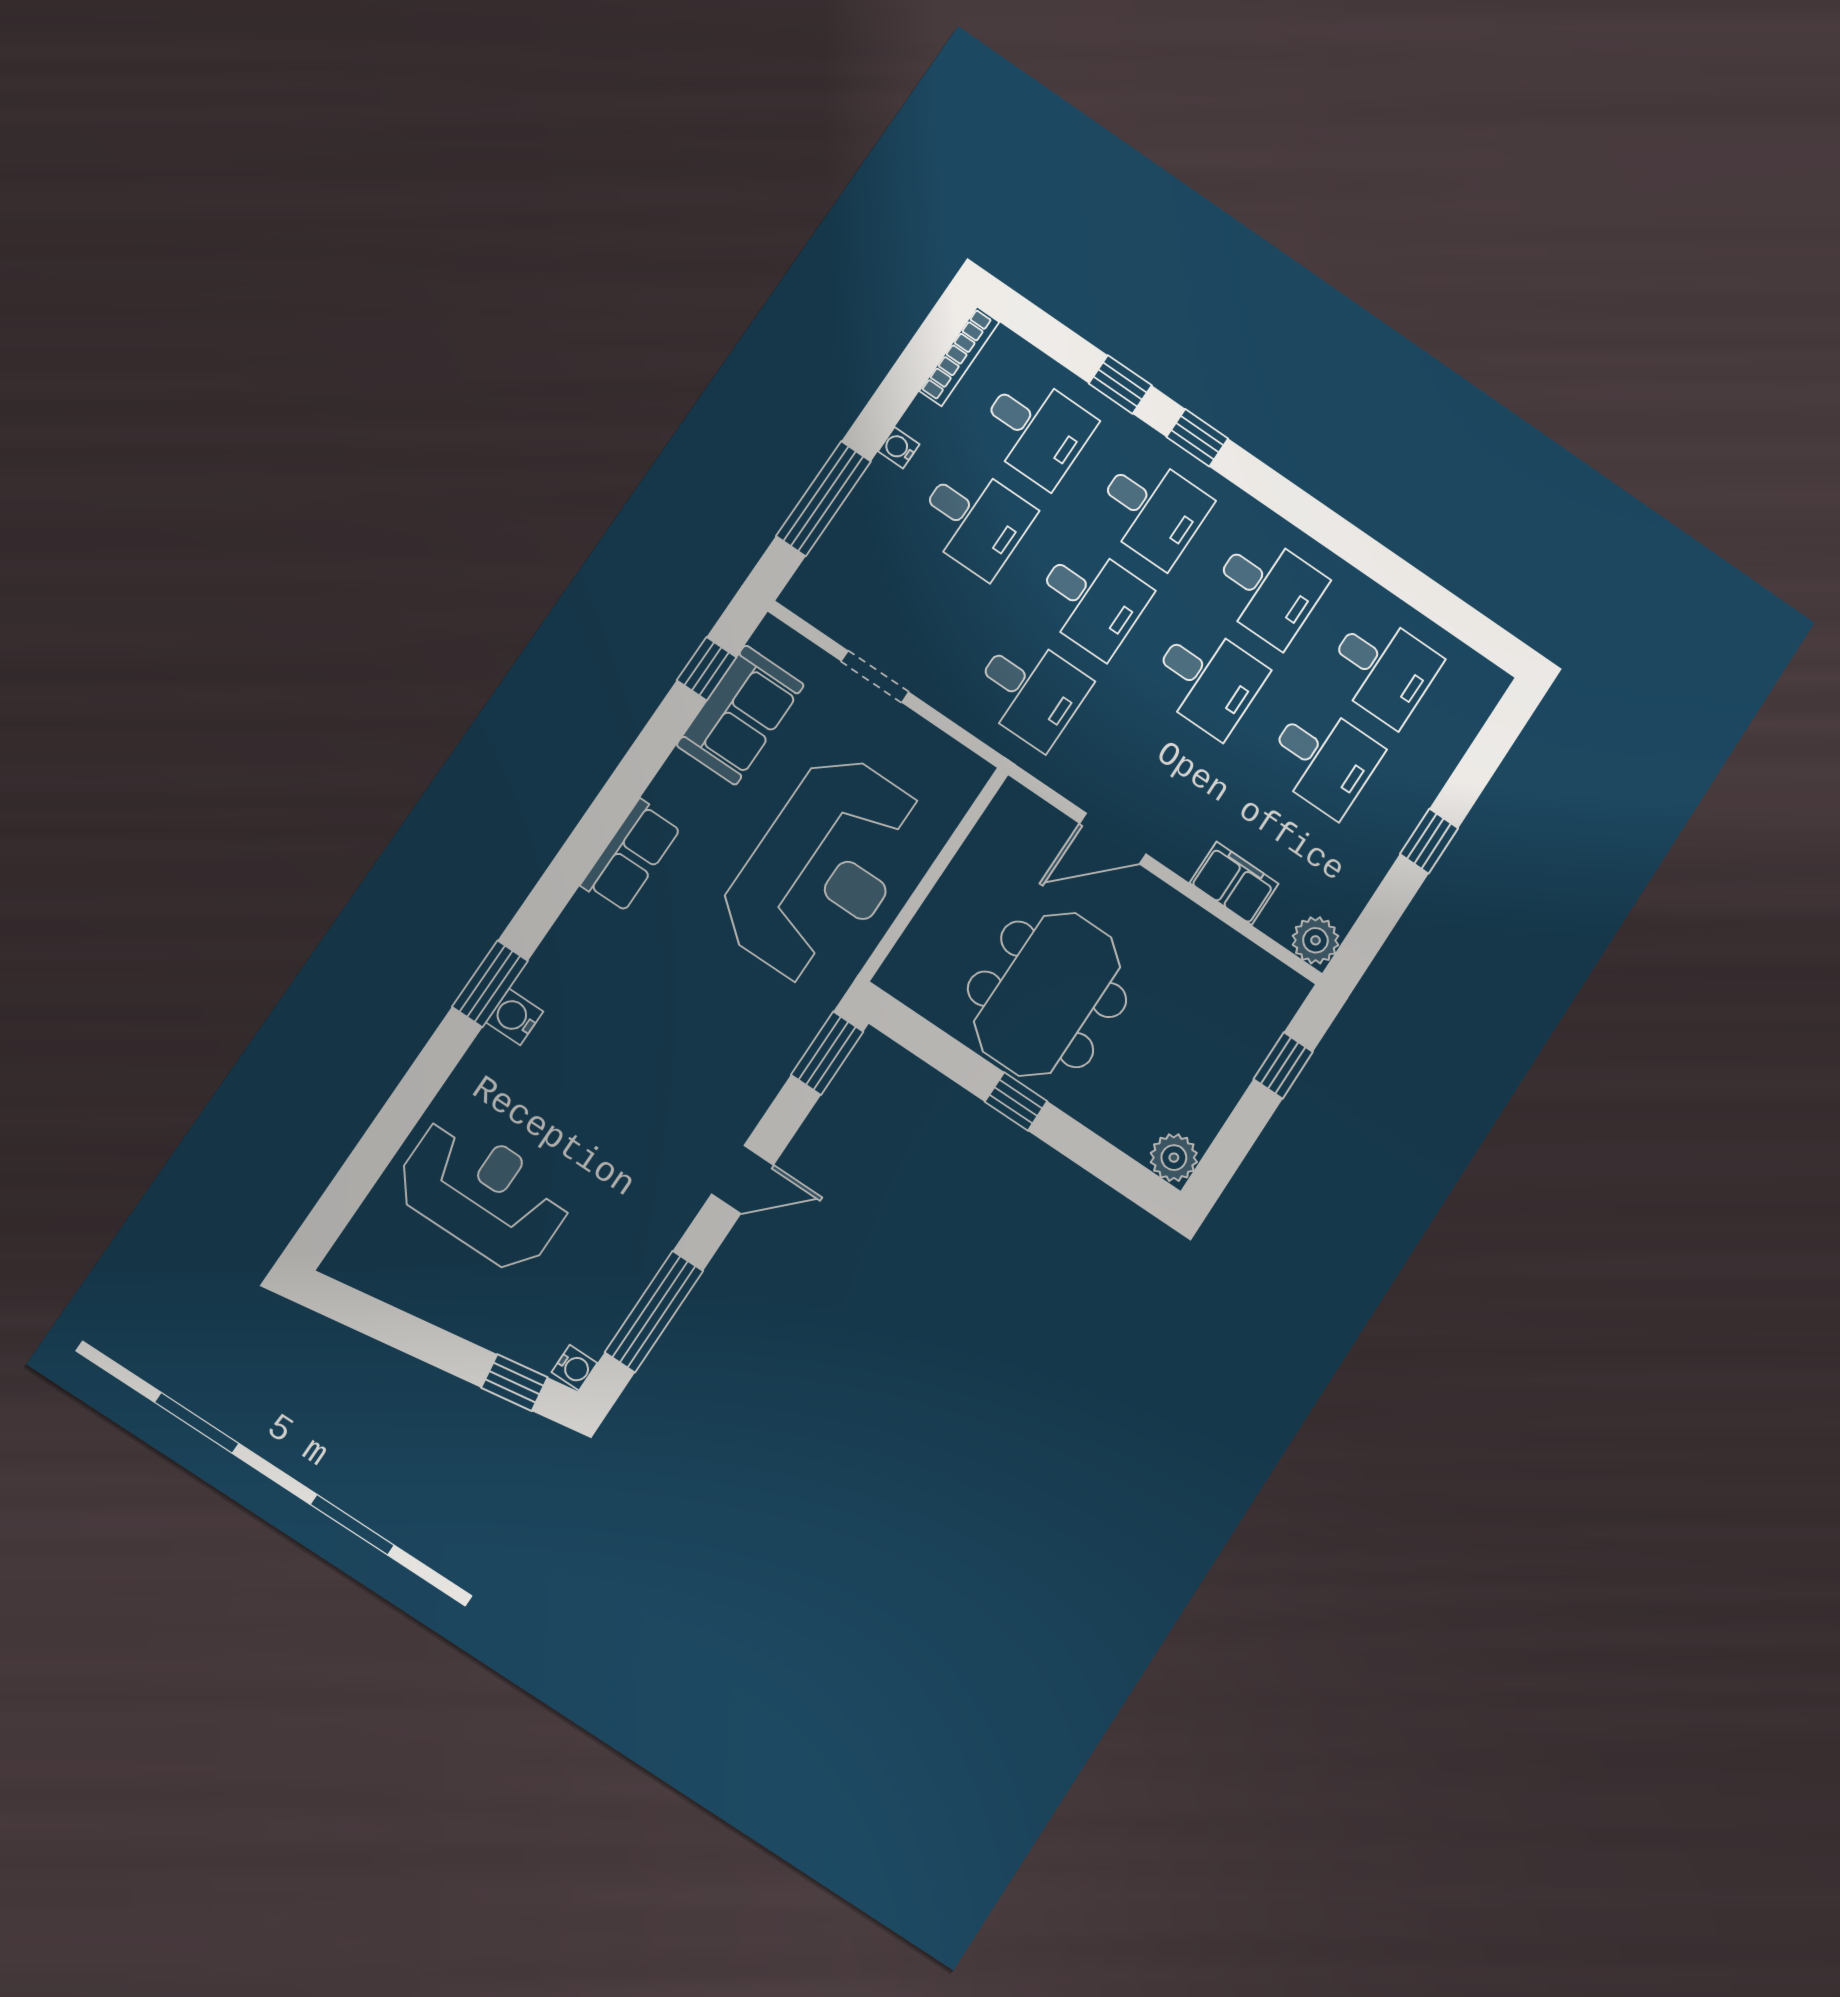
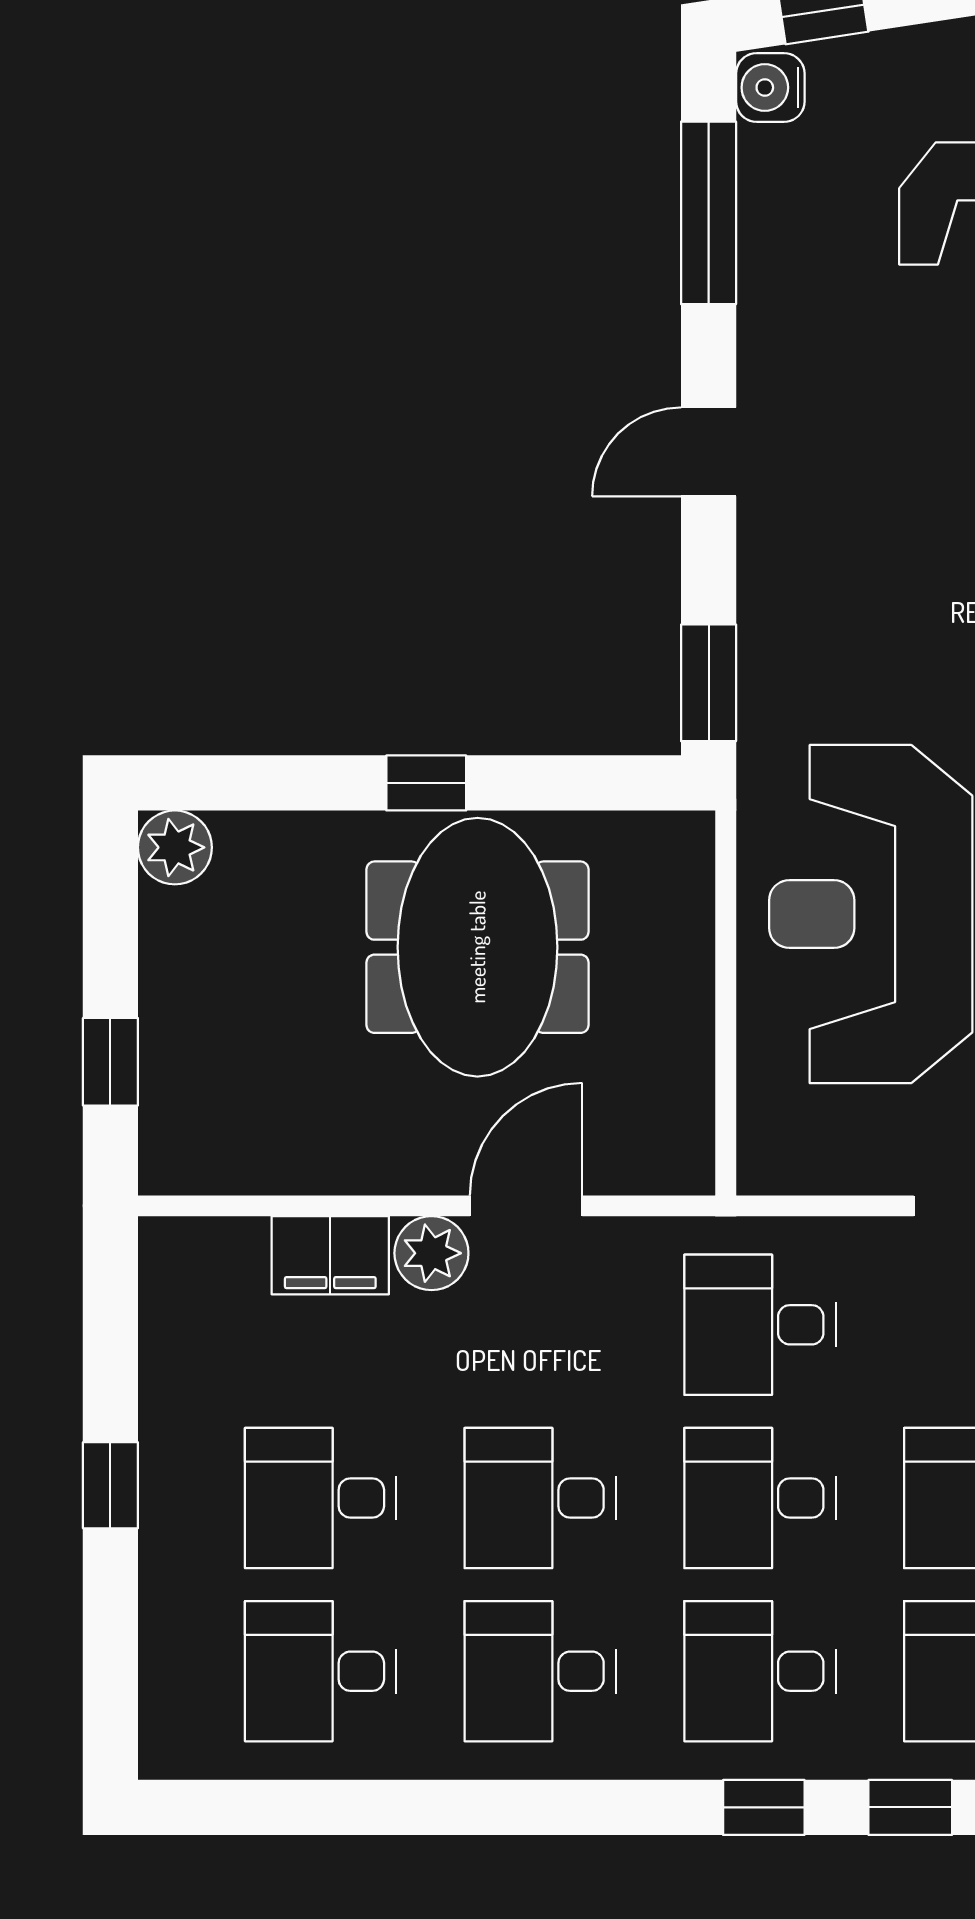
plant: (1315, 940) -> (431, 1253), moved
water cooler: (574, 1368) -> (770, 88), width x1.38, depth x1.38

